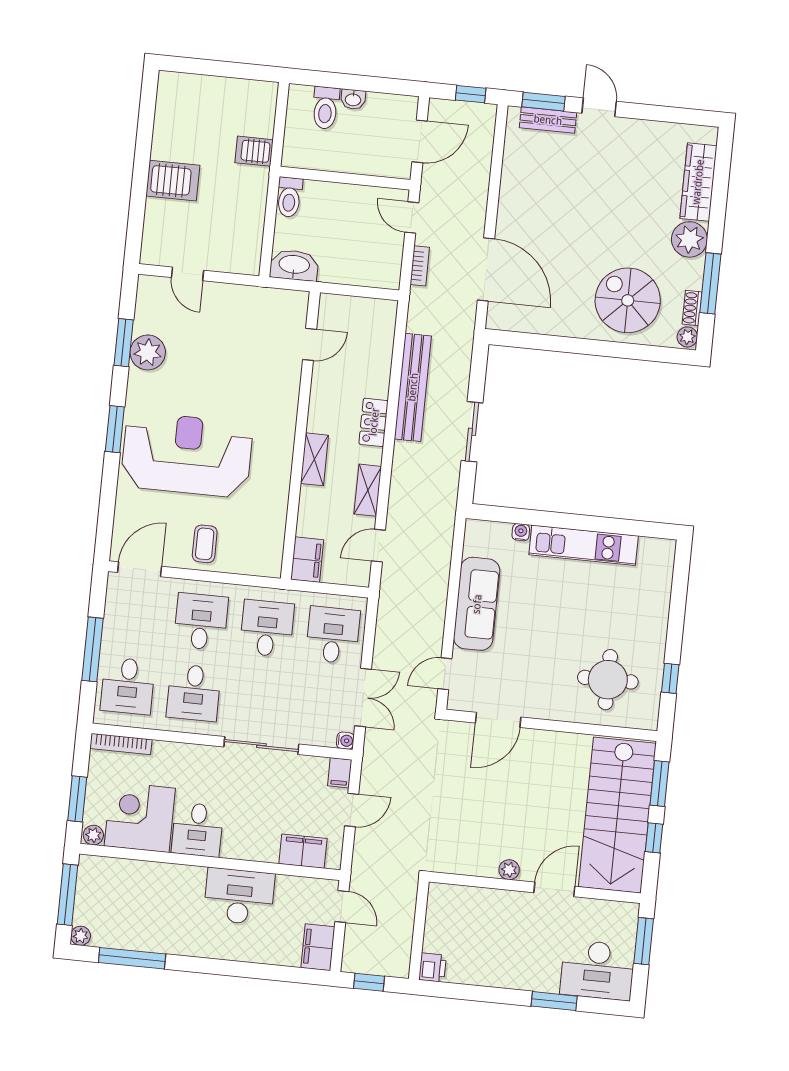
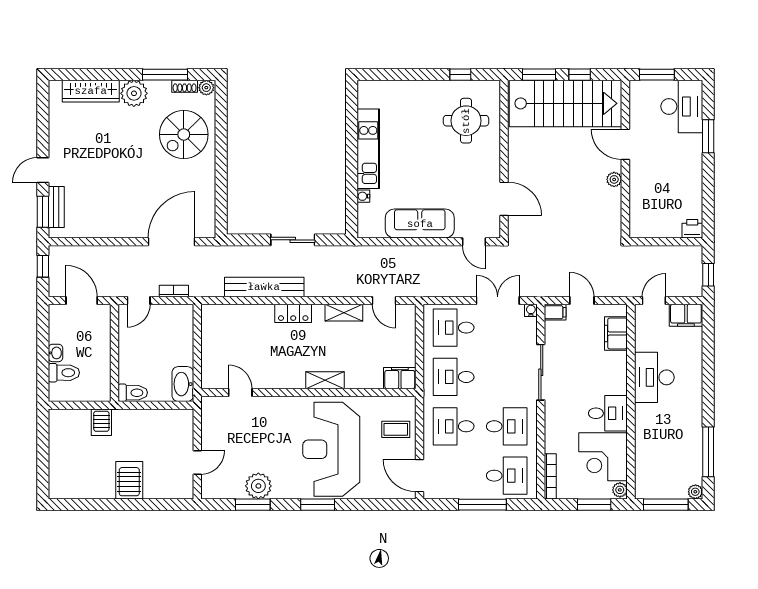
door: (310, 344) -> (240, 392), moved
wall: (300, 435) -> (308, 392), moved
shelving: (314, 459) -> (325, 380), moved
filing cabinet: (307, 560) -> (400, 378), moved

